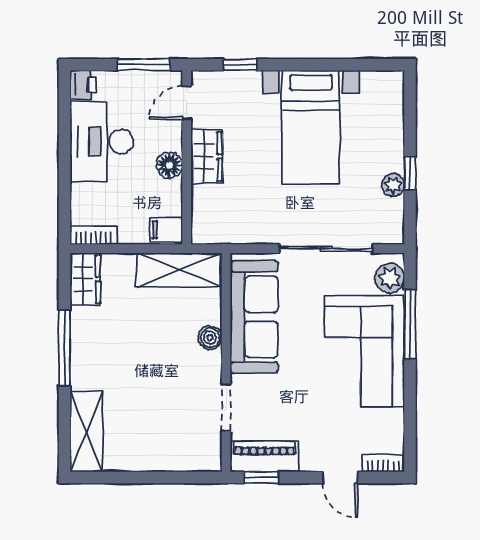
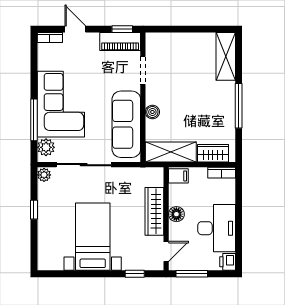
wardrobe: (207, 156) -> (154, 211), width x1.50
plant: (393, 185) -> (44, 175), moved
wardrobe: (85, 279) -> (213, 153), moved, turned 90

